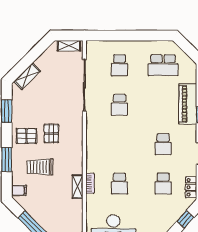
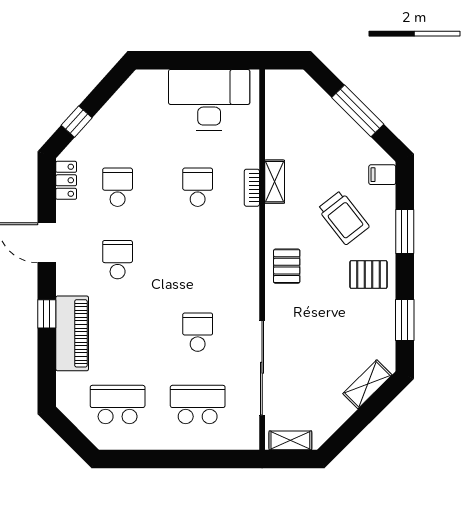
school desk: (119, 65) -> (198, 405), width x1.85
pallet: (51, 133) -> (287, 266), moved
trolley: (40, 167) -> (343, 218), turned 52

